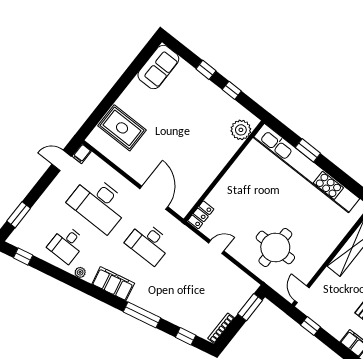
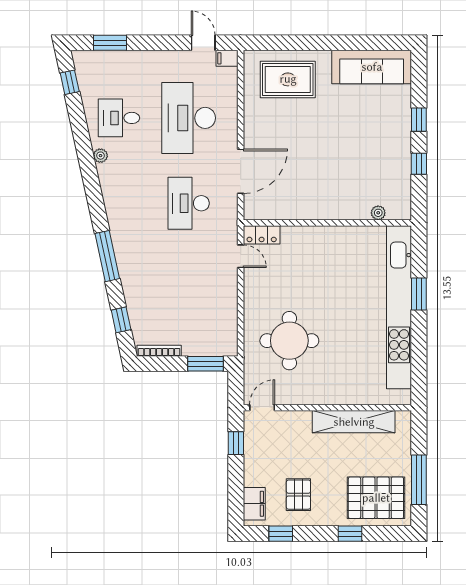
sofa: (158, 67) -> (372, 67), width x1.36
rug: (122, 128) -> (288, 79), turned 90
plant: (241, 130) -> (378, 213), width x0.53, depth x0.53
door: (216, 247) -> (241, 256), moved
filing cabinet: (113, 284) -> (116, 200), removed

